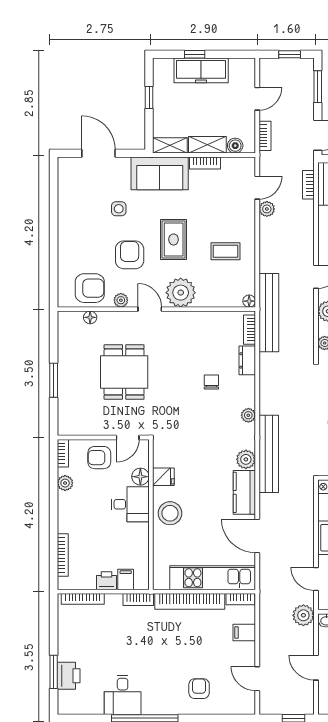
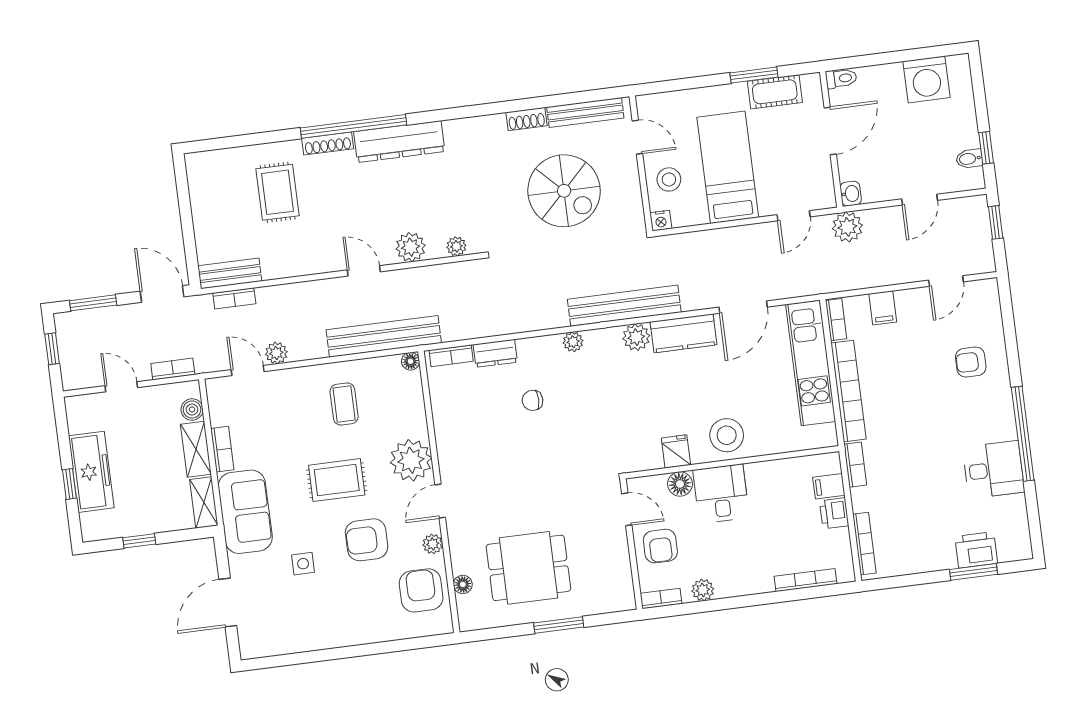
bench: (269, 313) -> (384, 336), moved
dining table: (124, 372) -> (528, 568), moved

